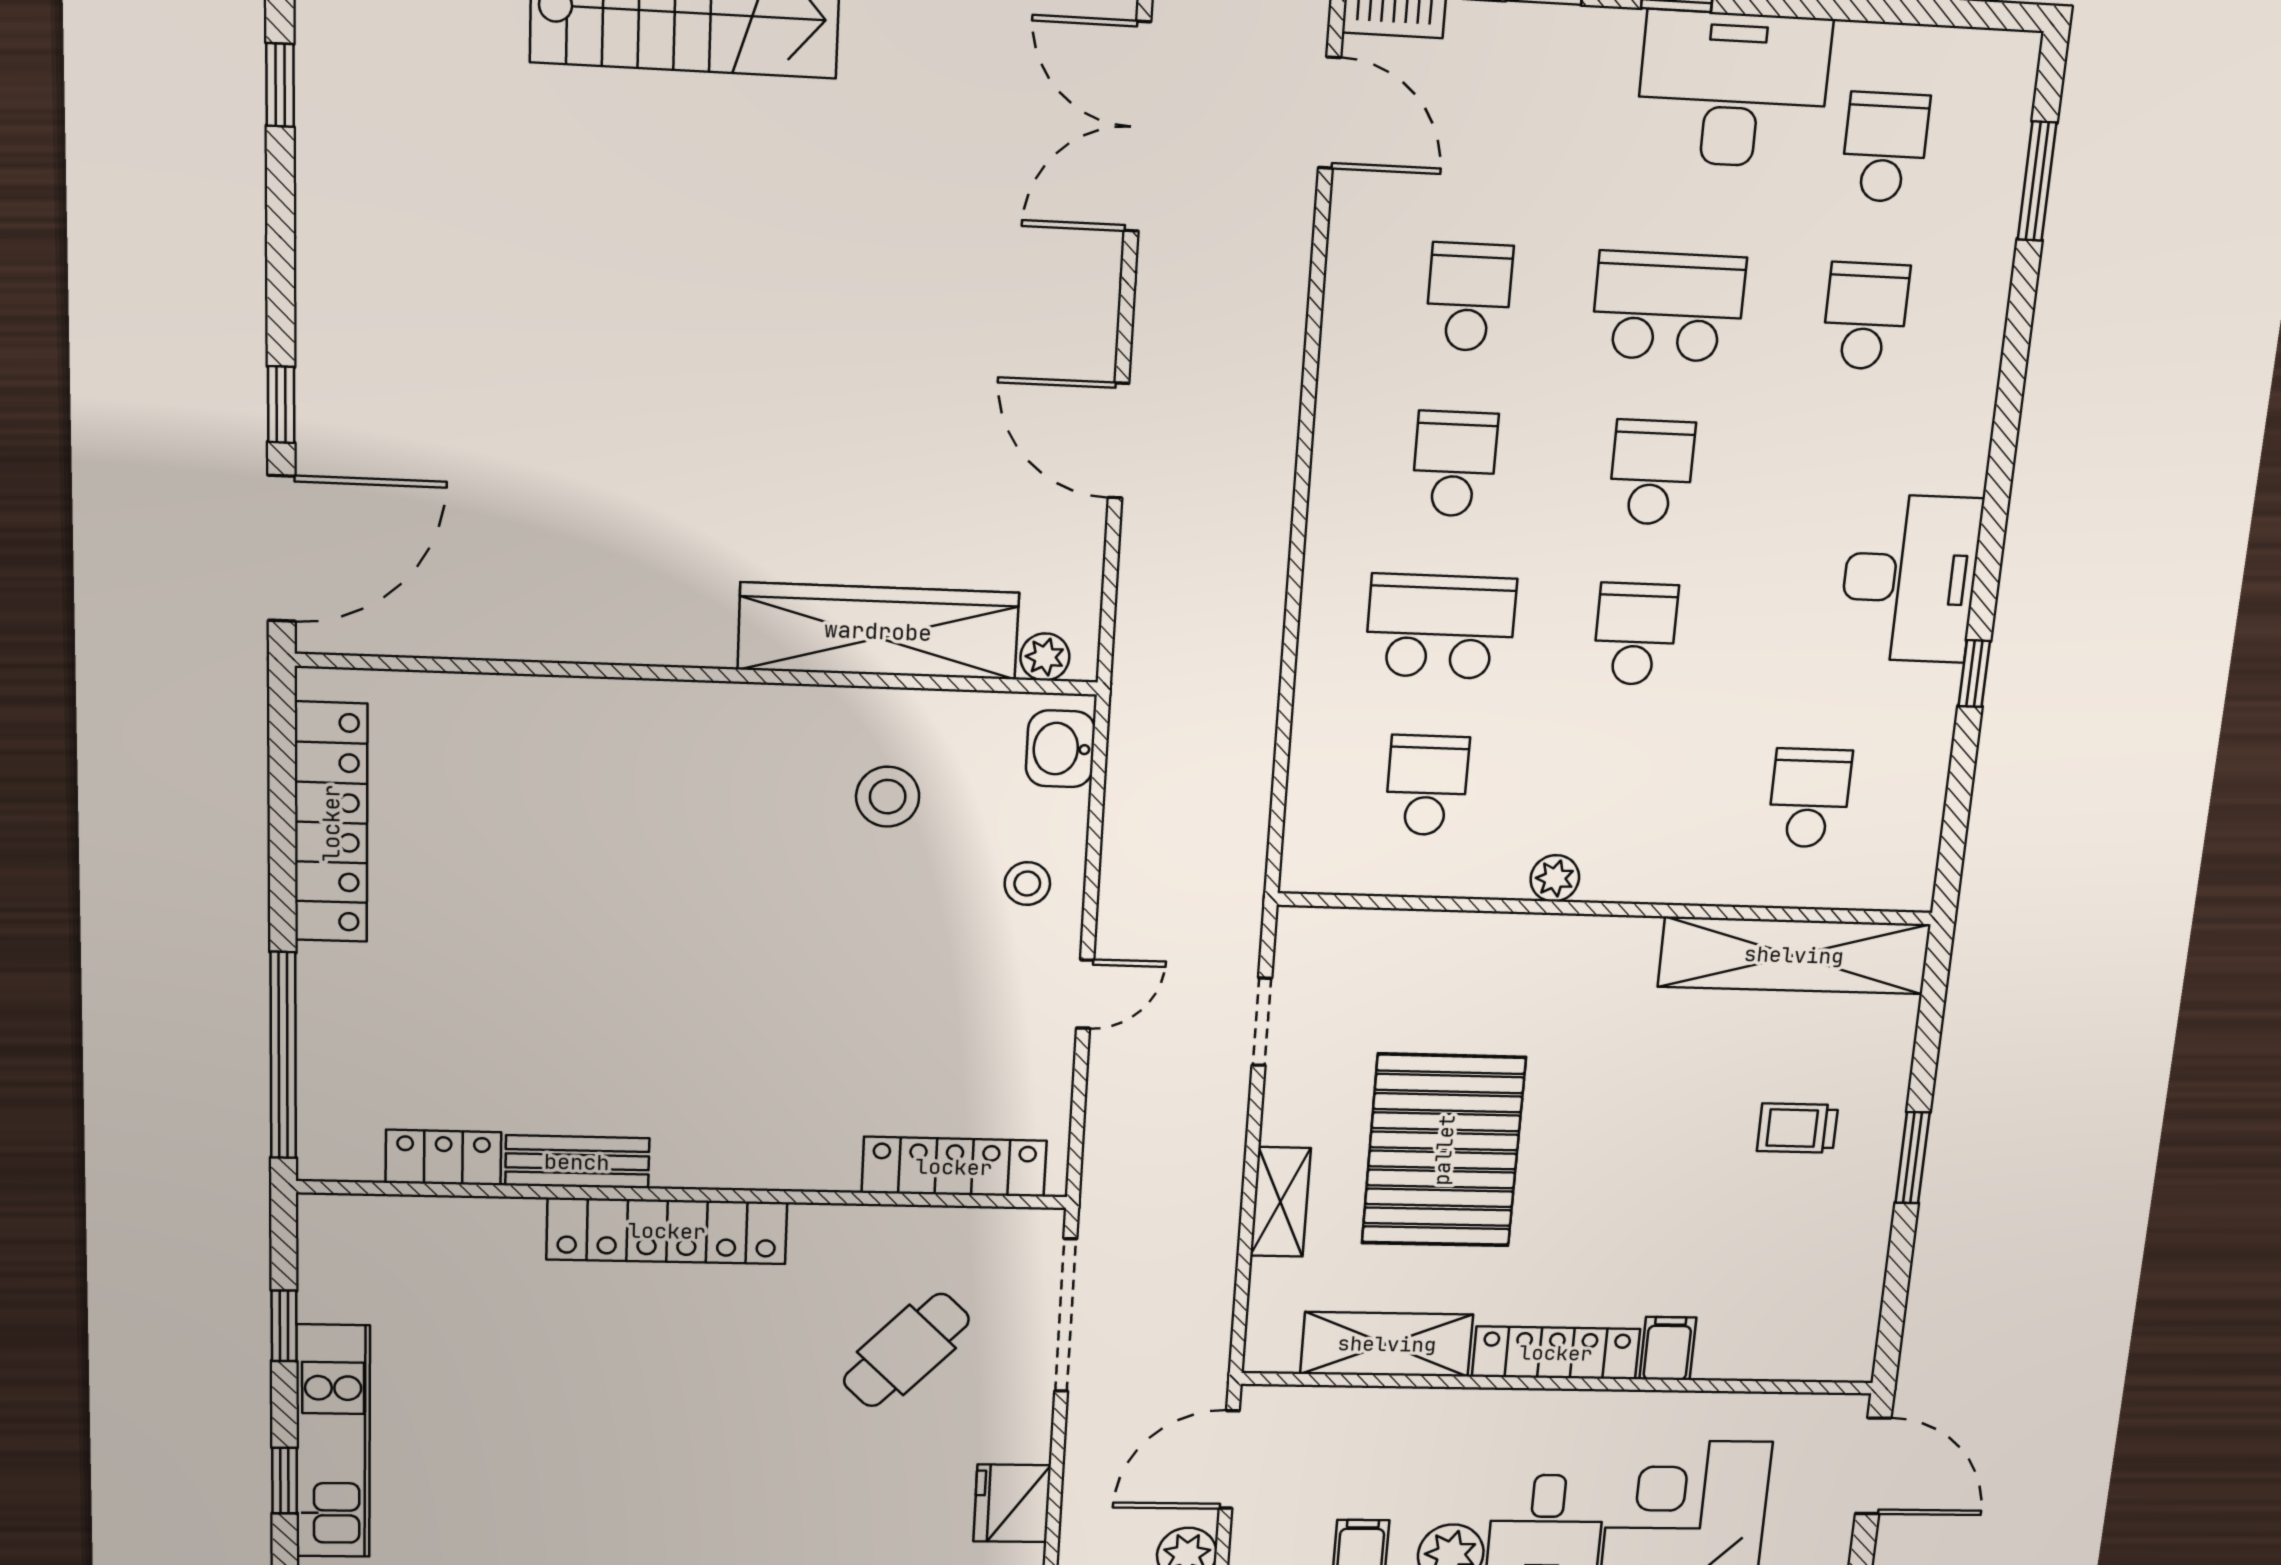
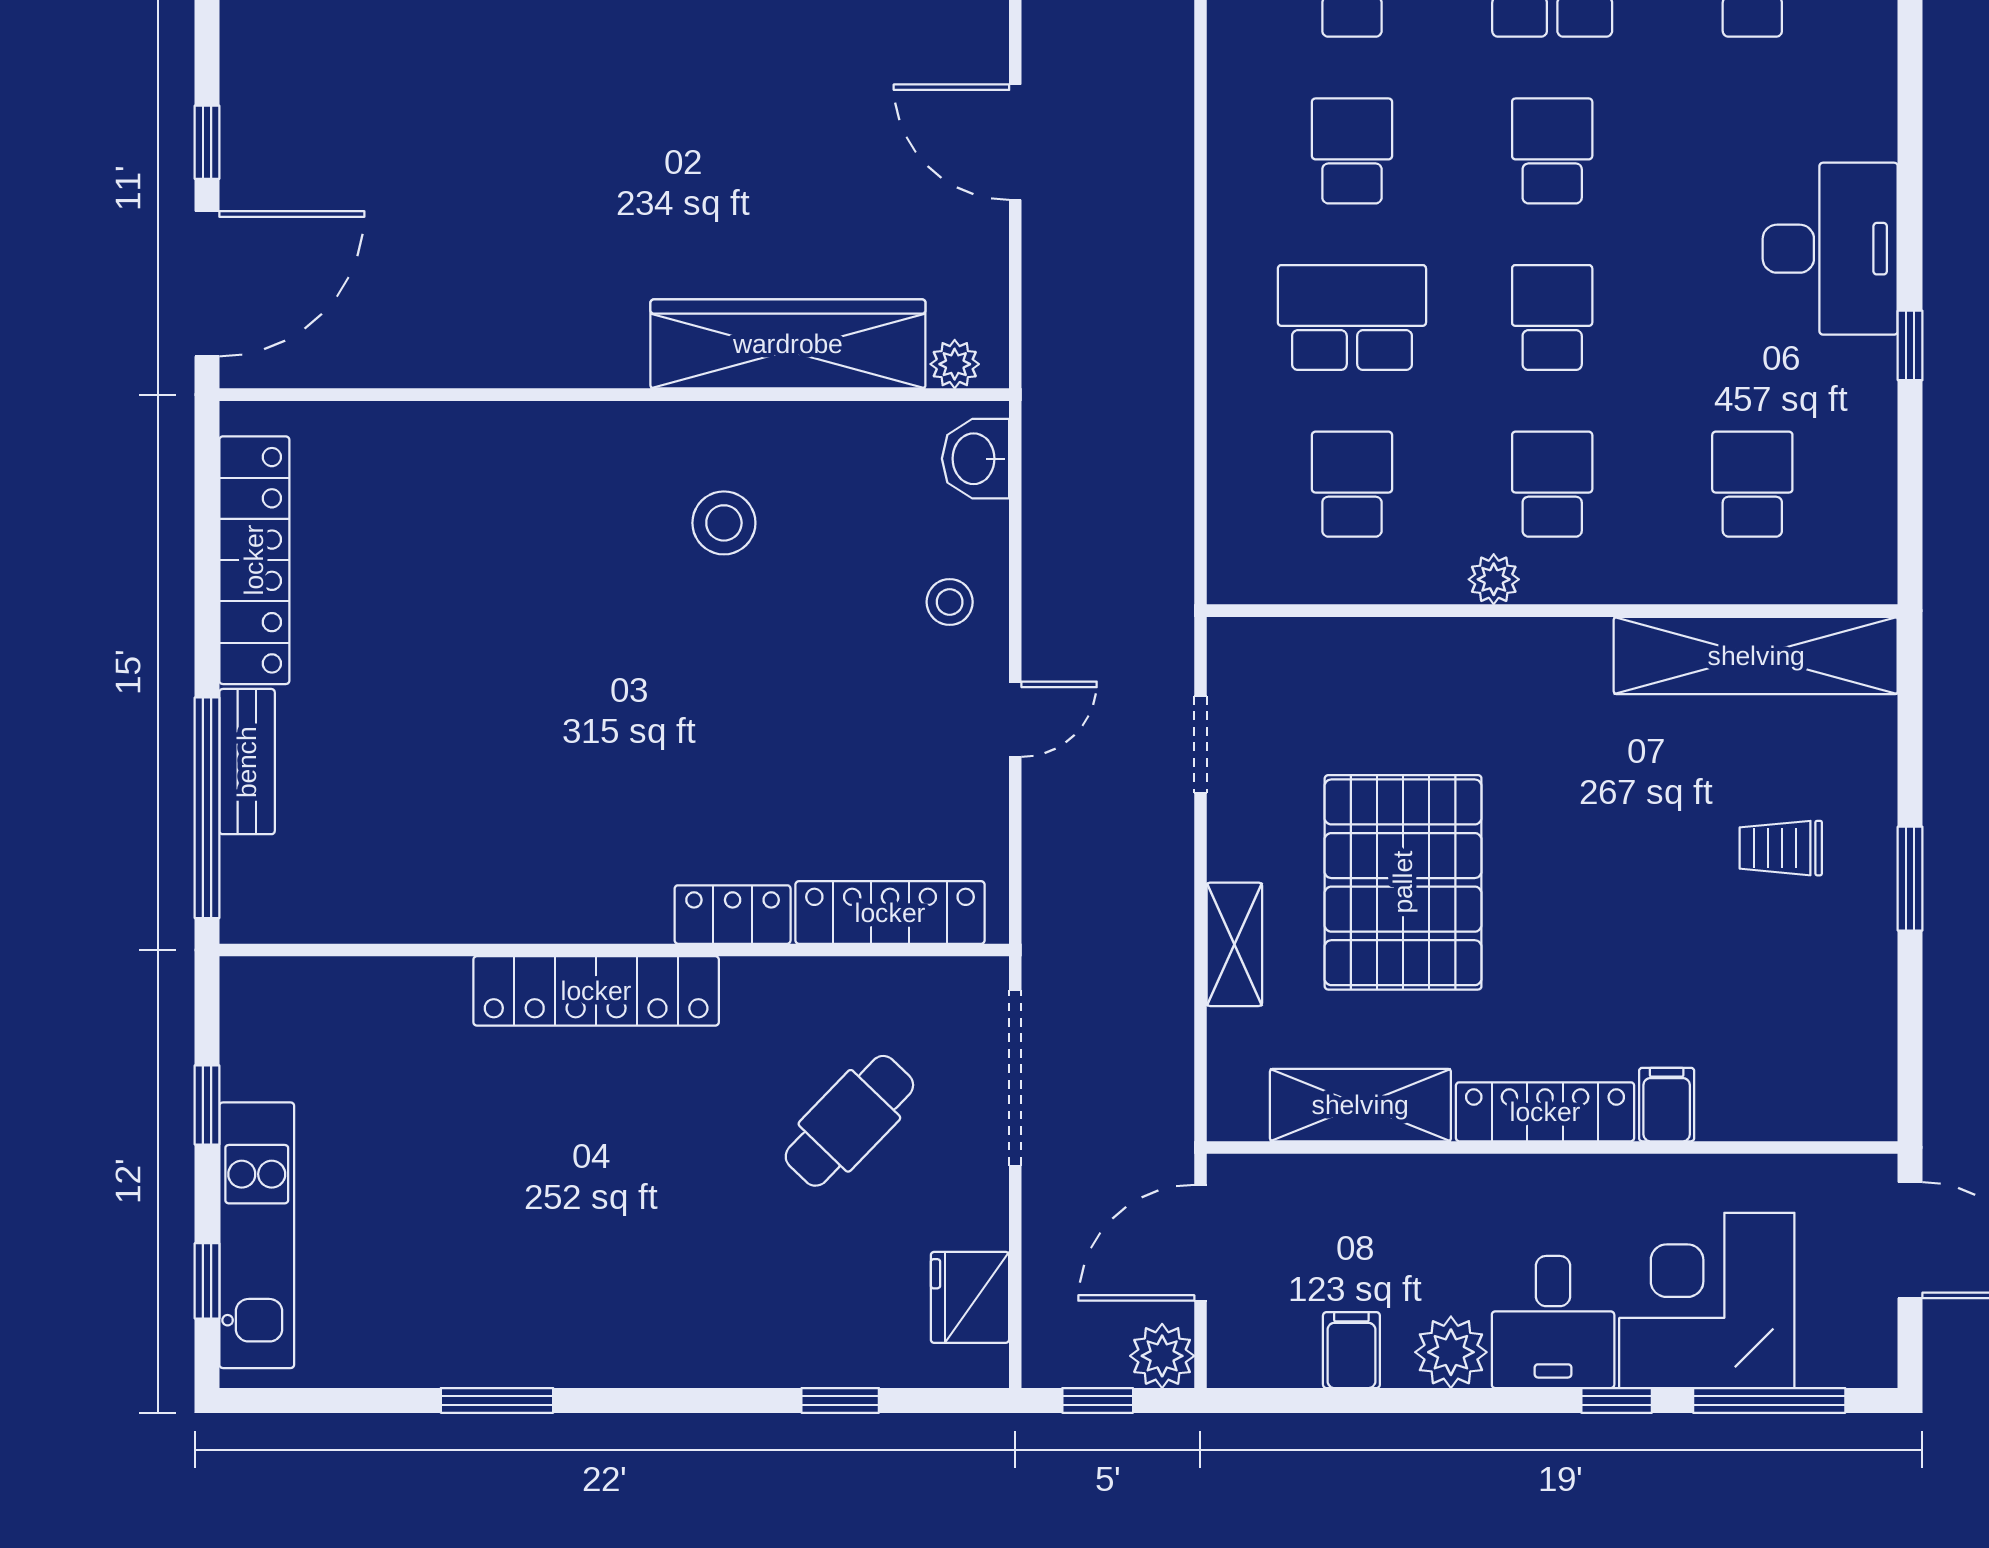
school desk: (1619, 792) -> (1552, 484), added
stool: (888, 797) -> (724, 523), moved
locker: (443, 1157) -> (733, 915), moved
bench: (577, 1162) -> (247, 762), moved, turned 90

